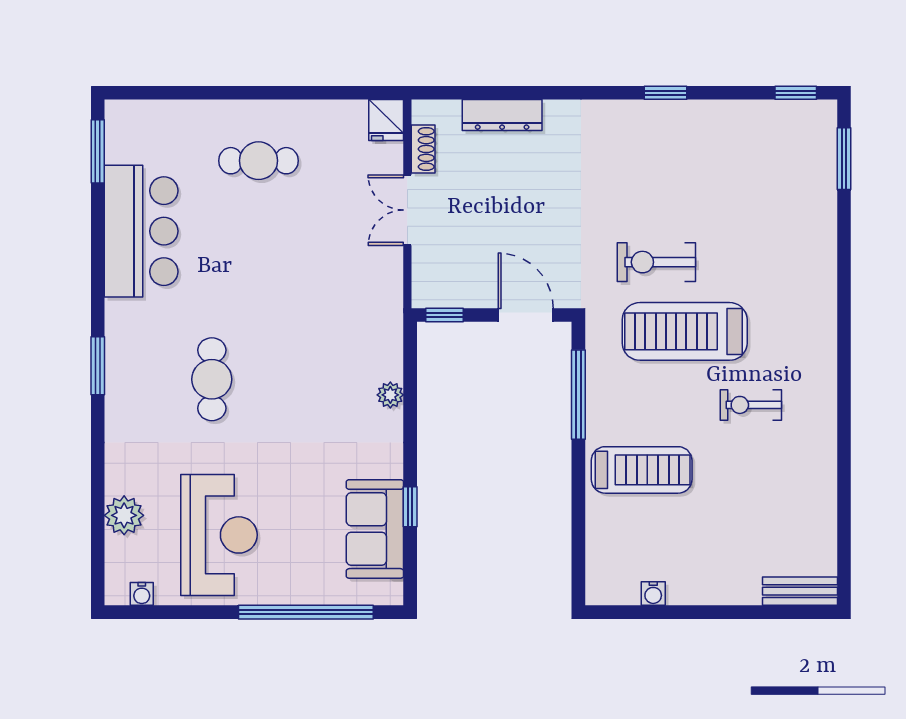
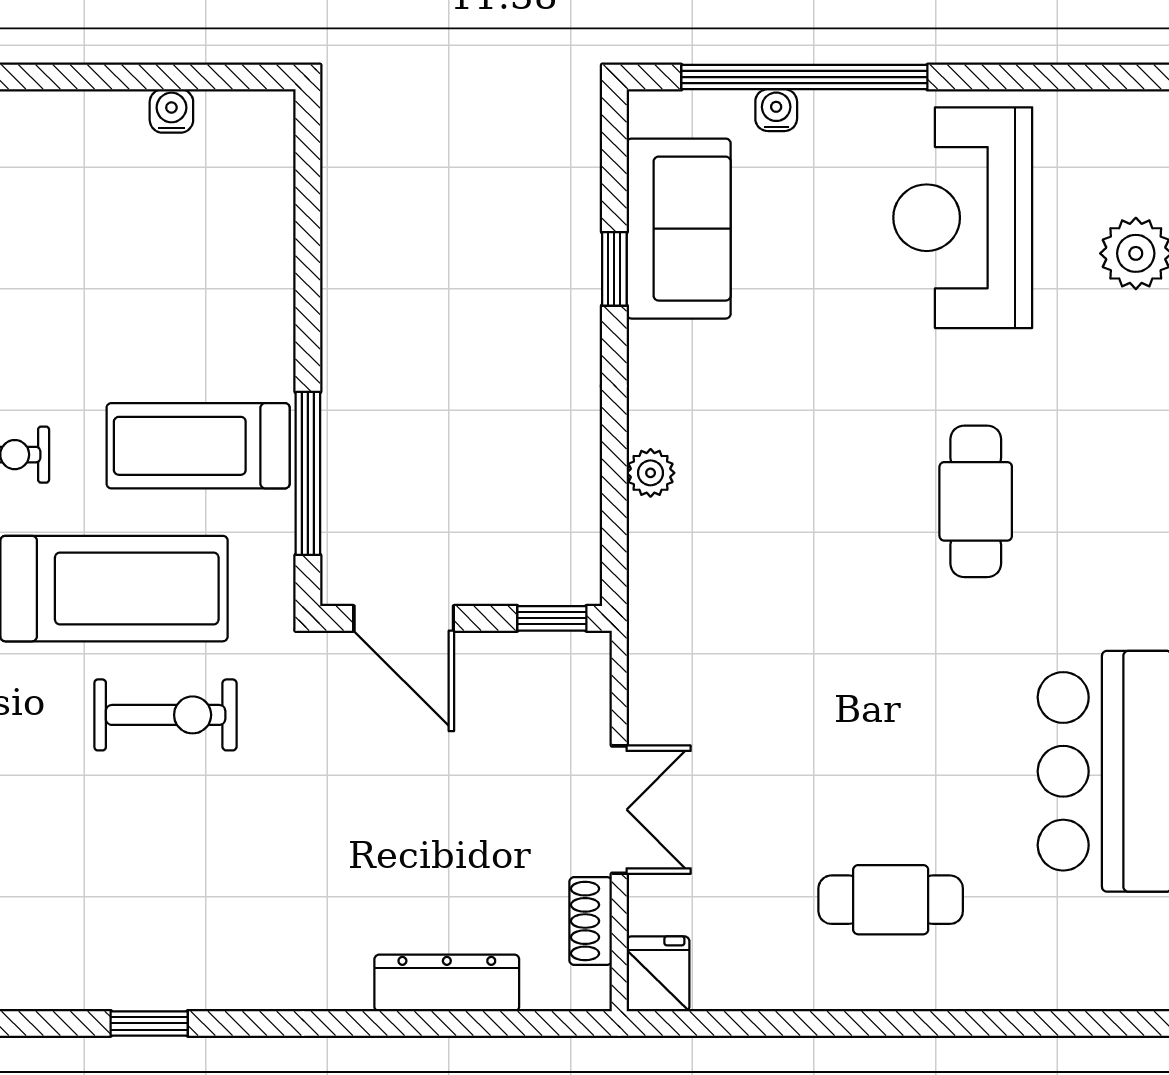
treadmill: (642, 470) -> (198, 446), moved
water cooler: (142, 594) -> (776, 110), moved

